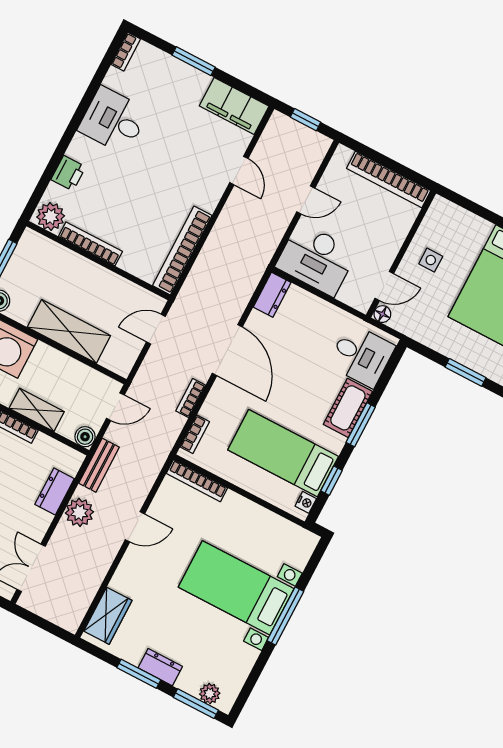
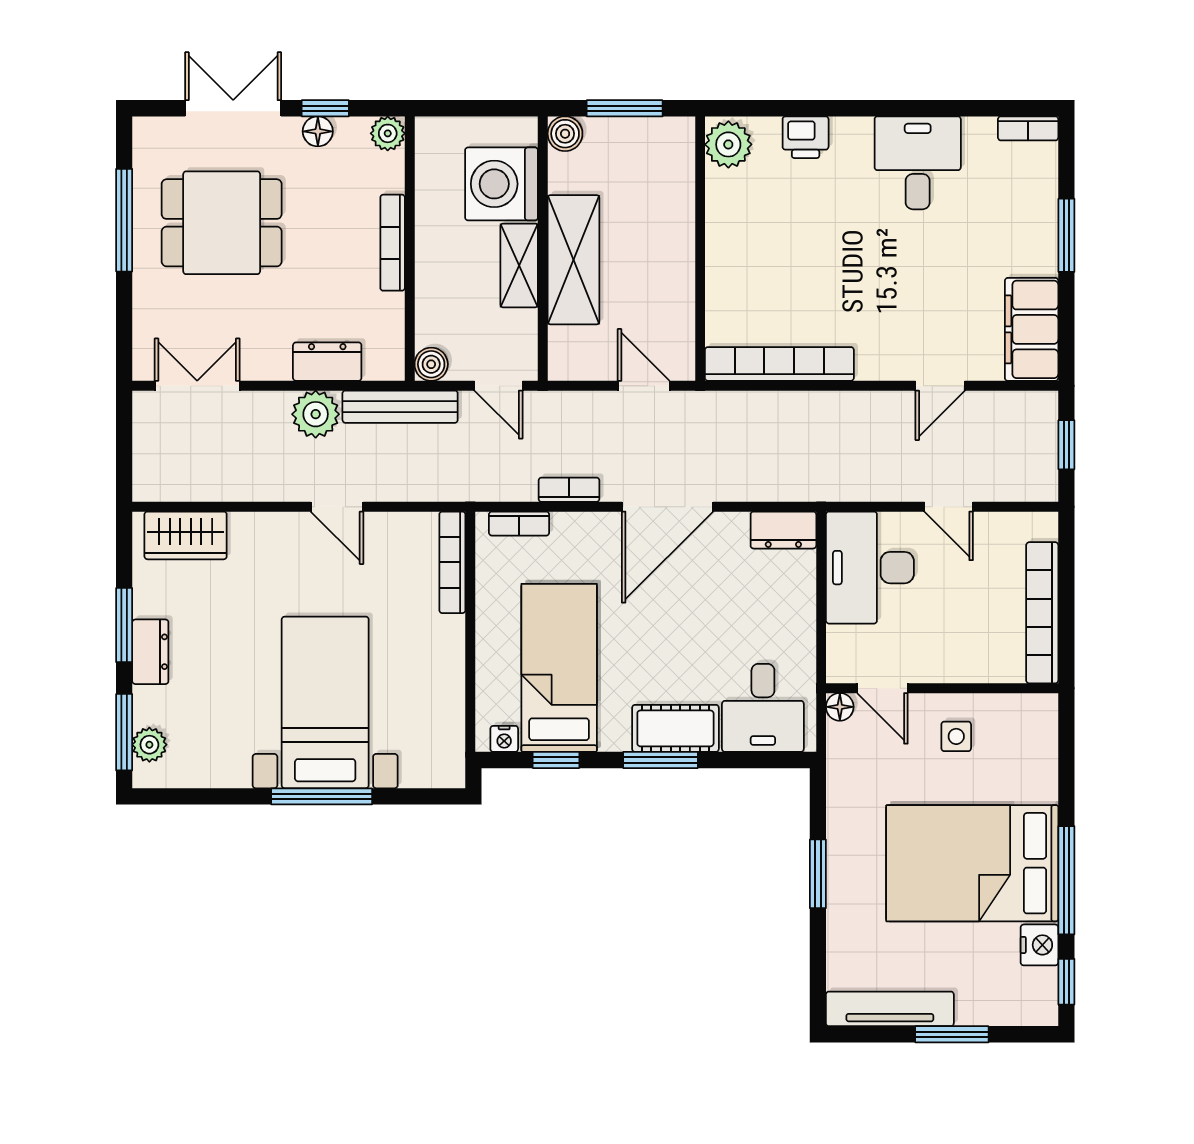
bookcase: (90, 244) -> (718, 224), removed
shelving: (37, 410) -> (519, 265), moved
bench: (99, 465) -> (400, 407), width x1.36

